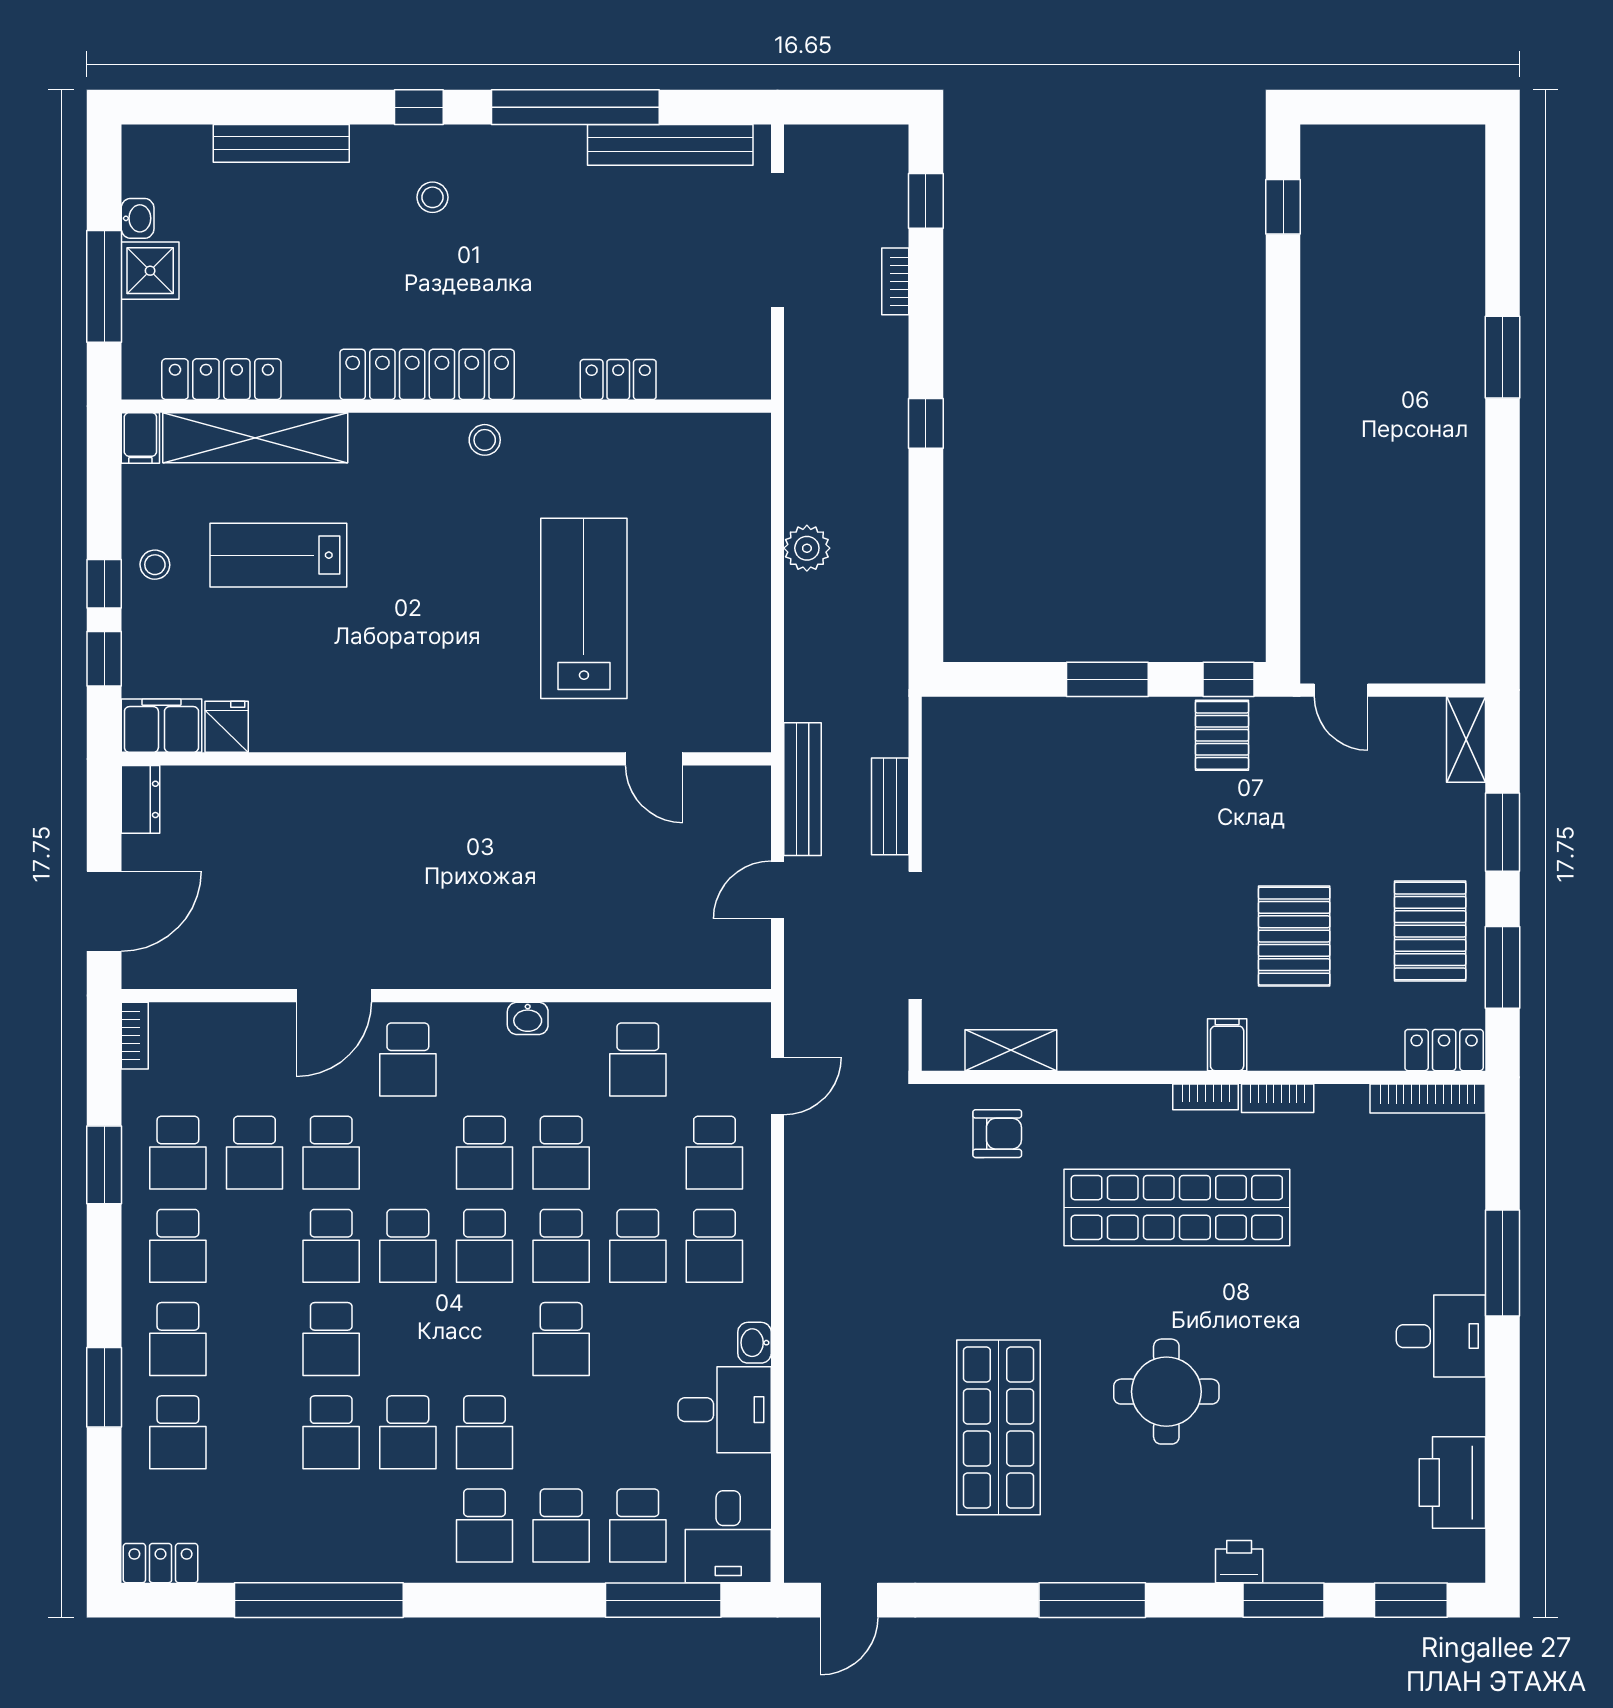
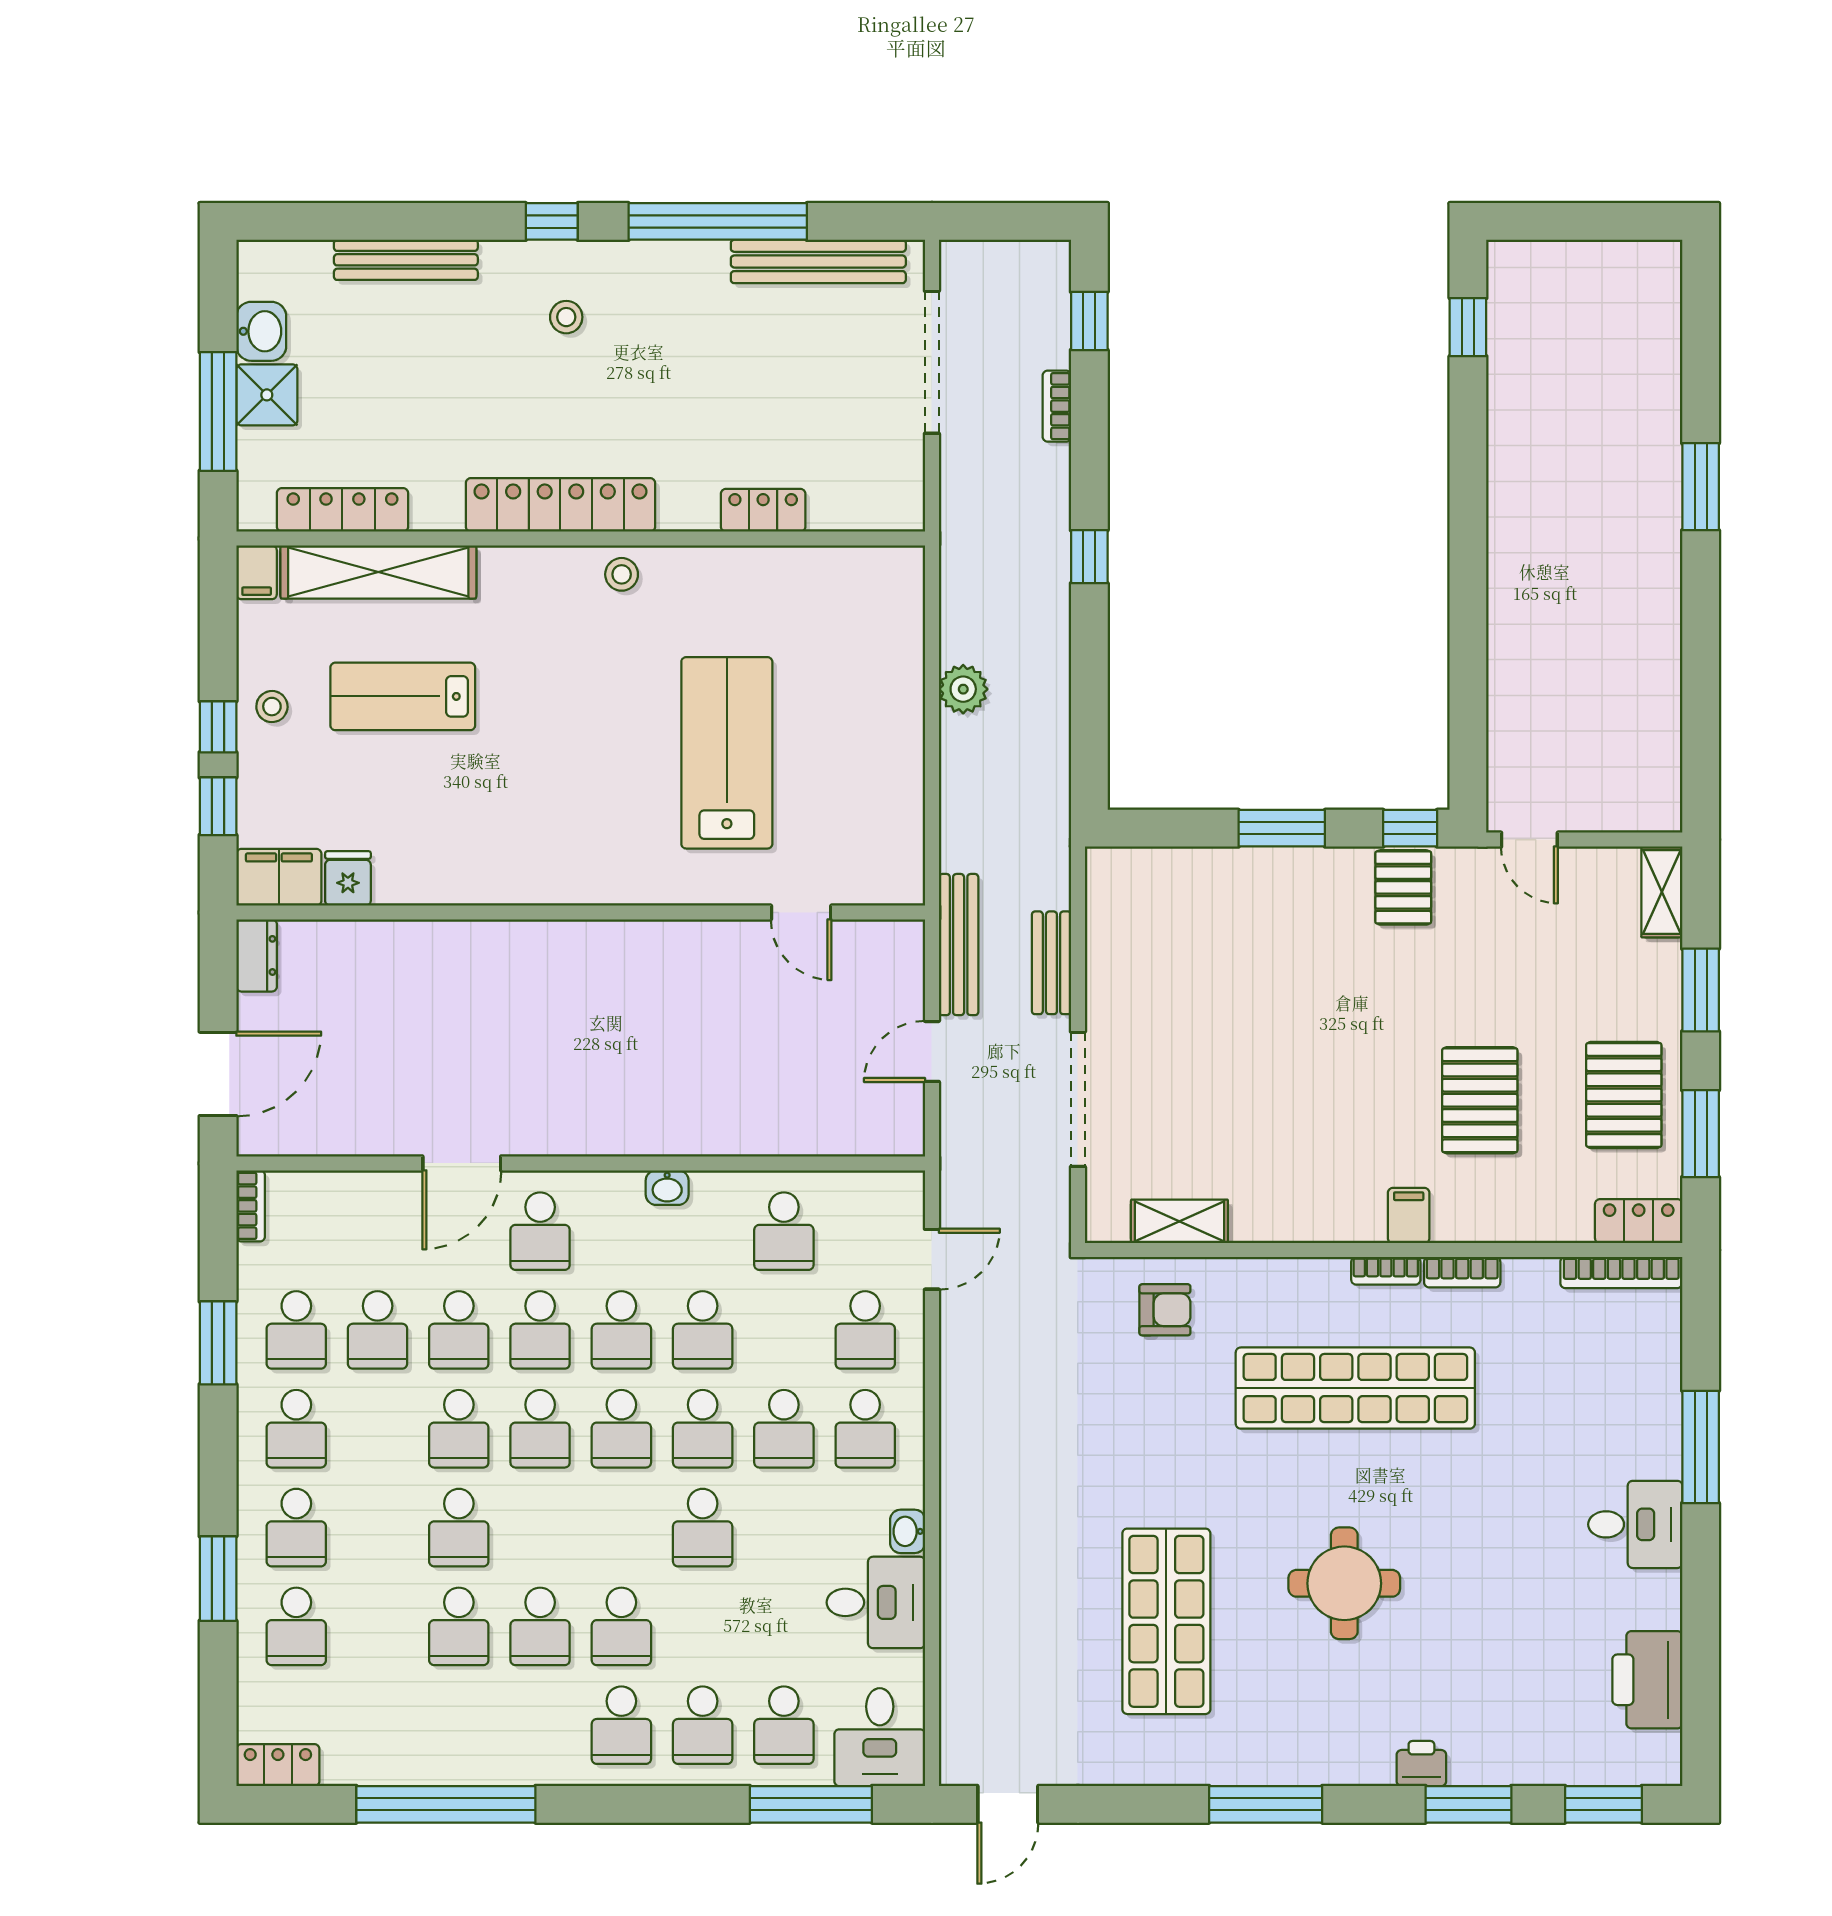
washbasin: (138, 218) -> (261, 331), width x1.38, depth x1.45
school desk: (408, 1153) -> (540, 1330), added

